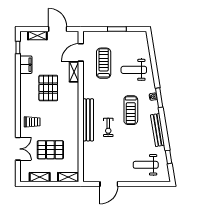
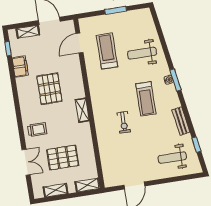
shelving: (74, 72) -> (82, 110), moved
bench: (88, 120) -> (100, 117), removed
bench: (158, 130) -> (181, 121), width x0.73

